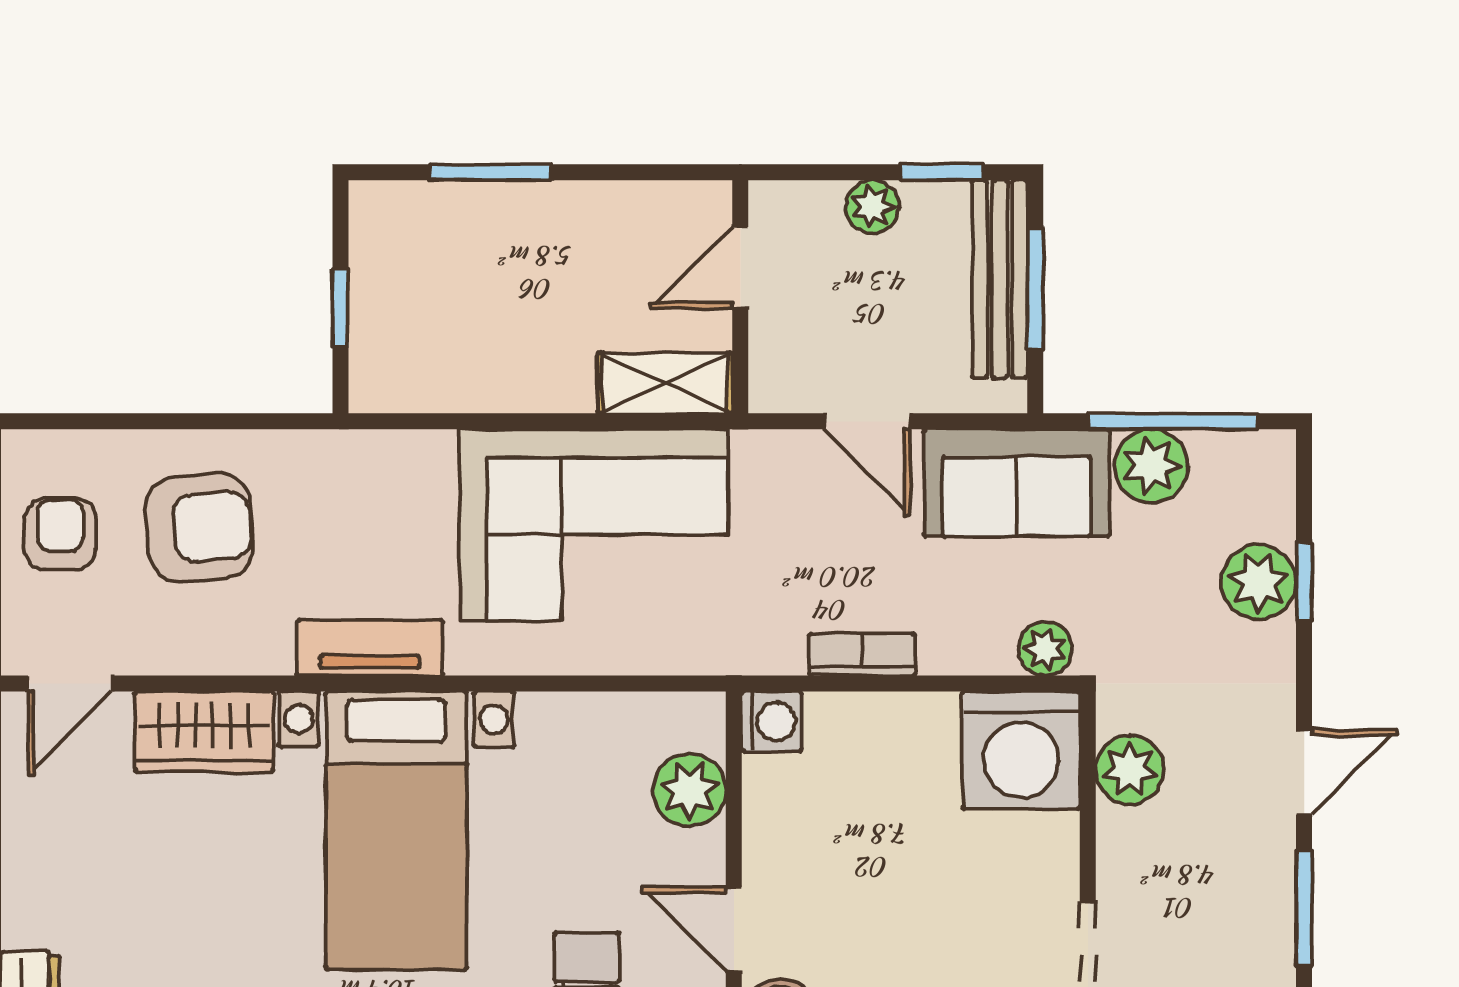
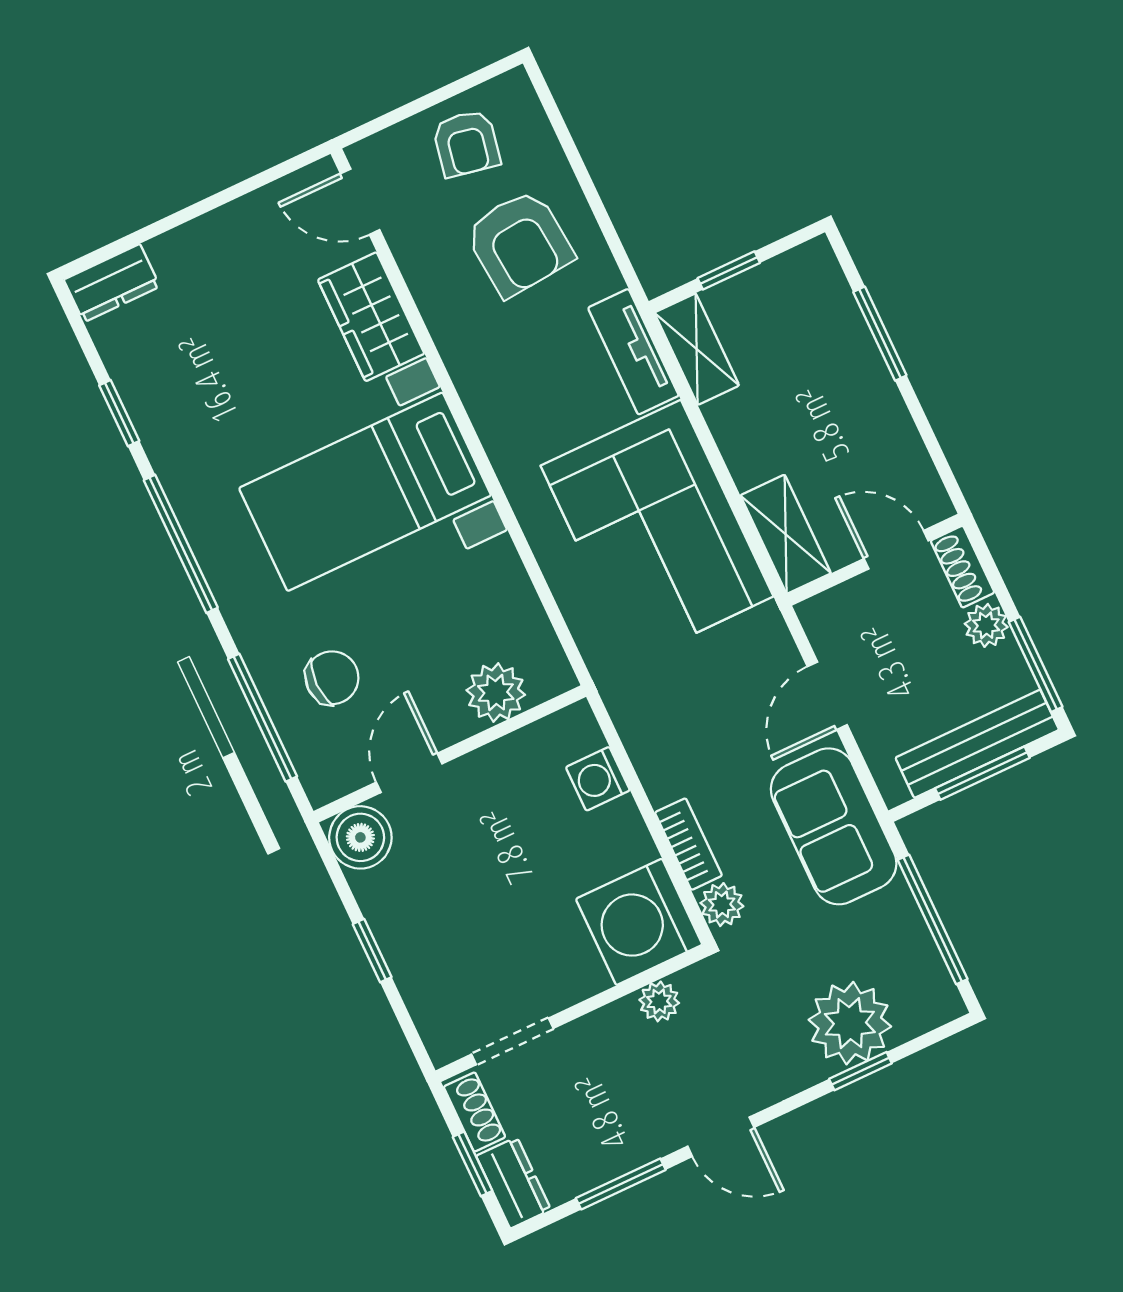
window: (942, 172) -> (1036, 664), width x1.50
shoe rack: (794, 202) -> (963, 567), added
shelving: (411, 385) -> (697, 349), added
plant: (1151, 466) -> (893, 919), removed
armchair: (60, 534) -> (466, 143), turned 101
plant: (1259, 582) -> (850, 1023), width x1.36, depth x1.36
tv unit: (370, 648) -> (633, 352), moved, turned 180
bookcase: (862, 654) -> (688, 844), moved
washing machine: (772, 721) -> (598, 779), moved, turned 90
plant: (1130, 770) -> (659, 1001), width x0.73, depth x0.73

